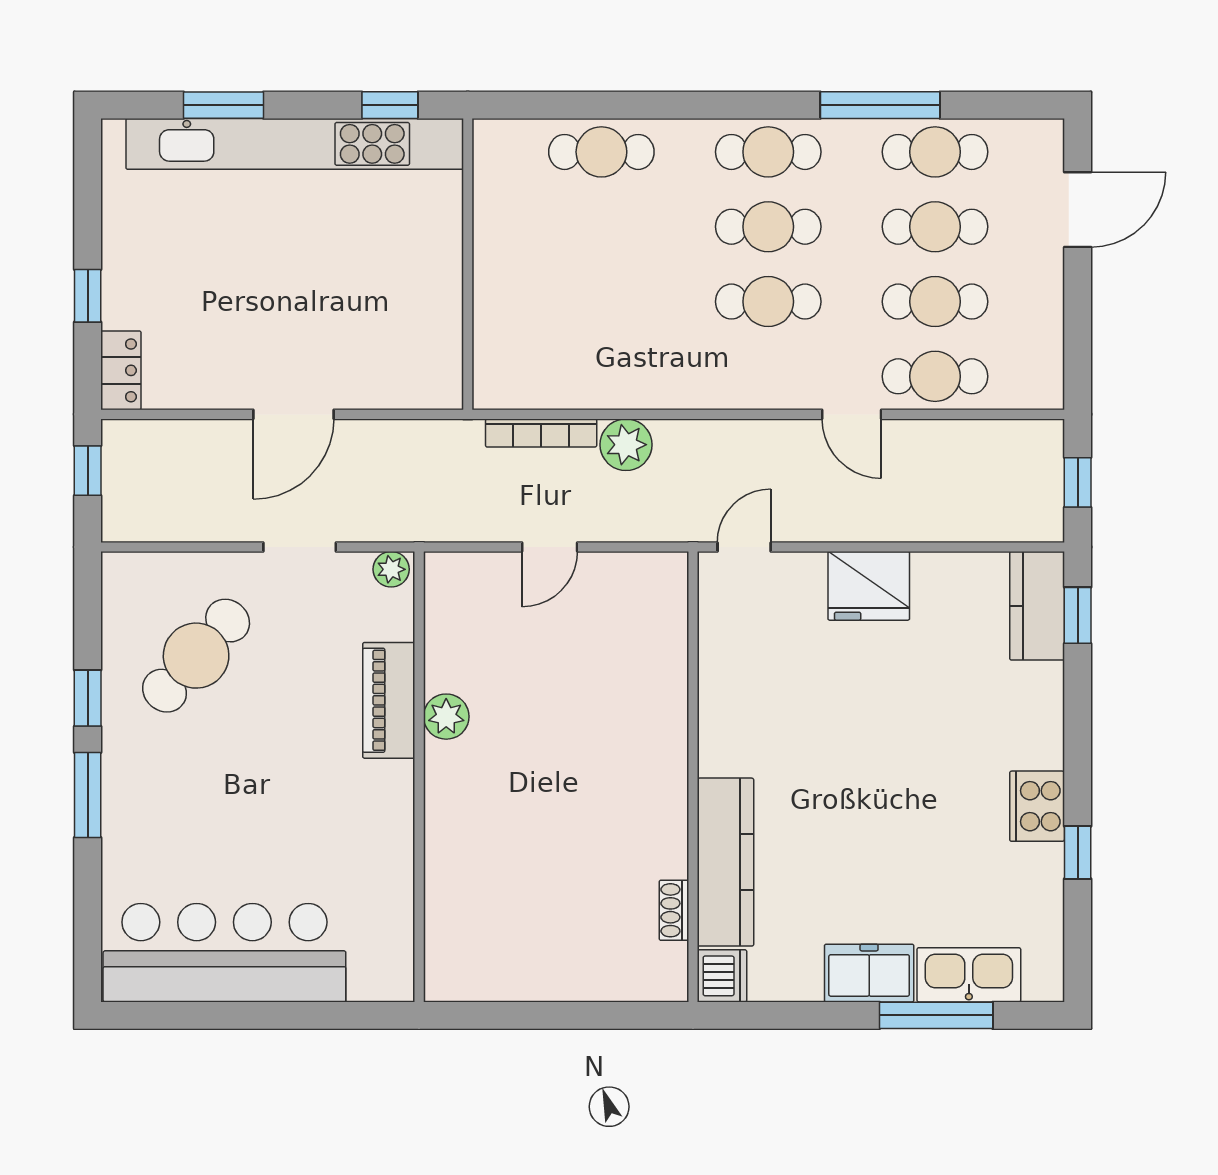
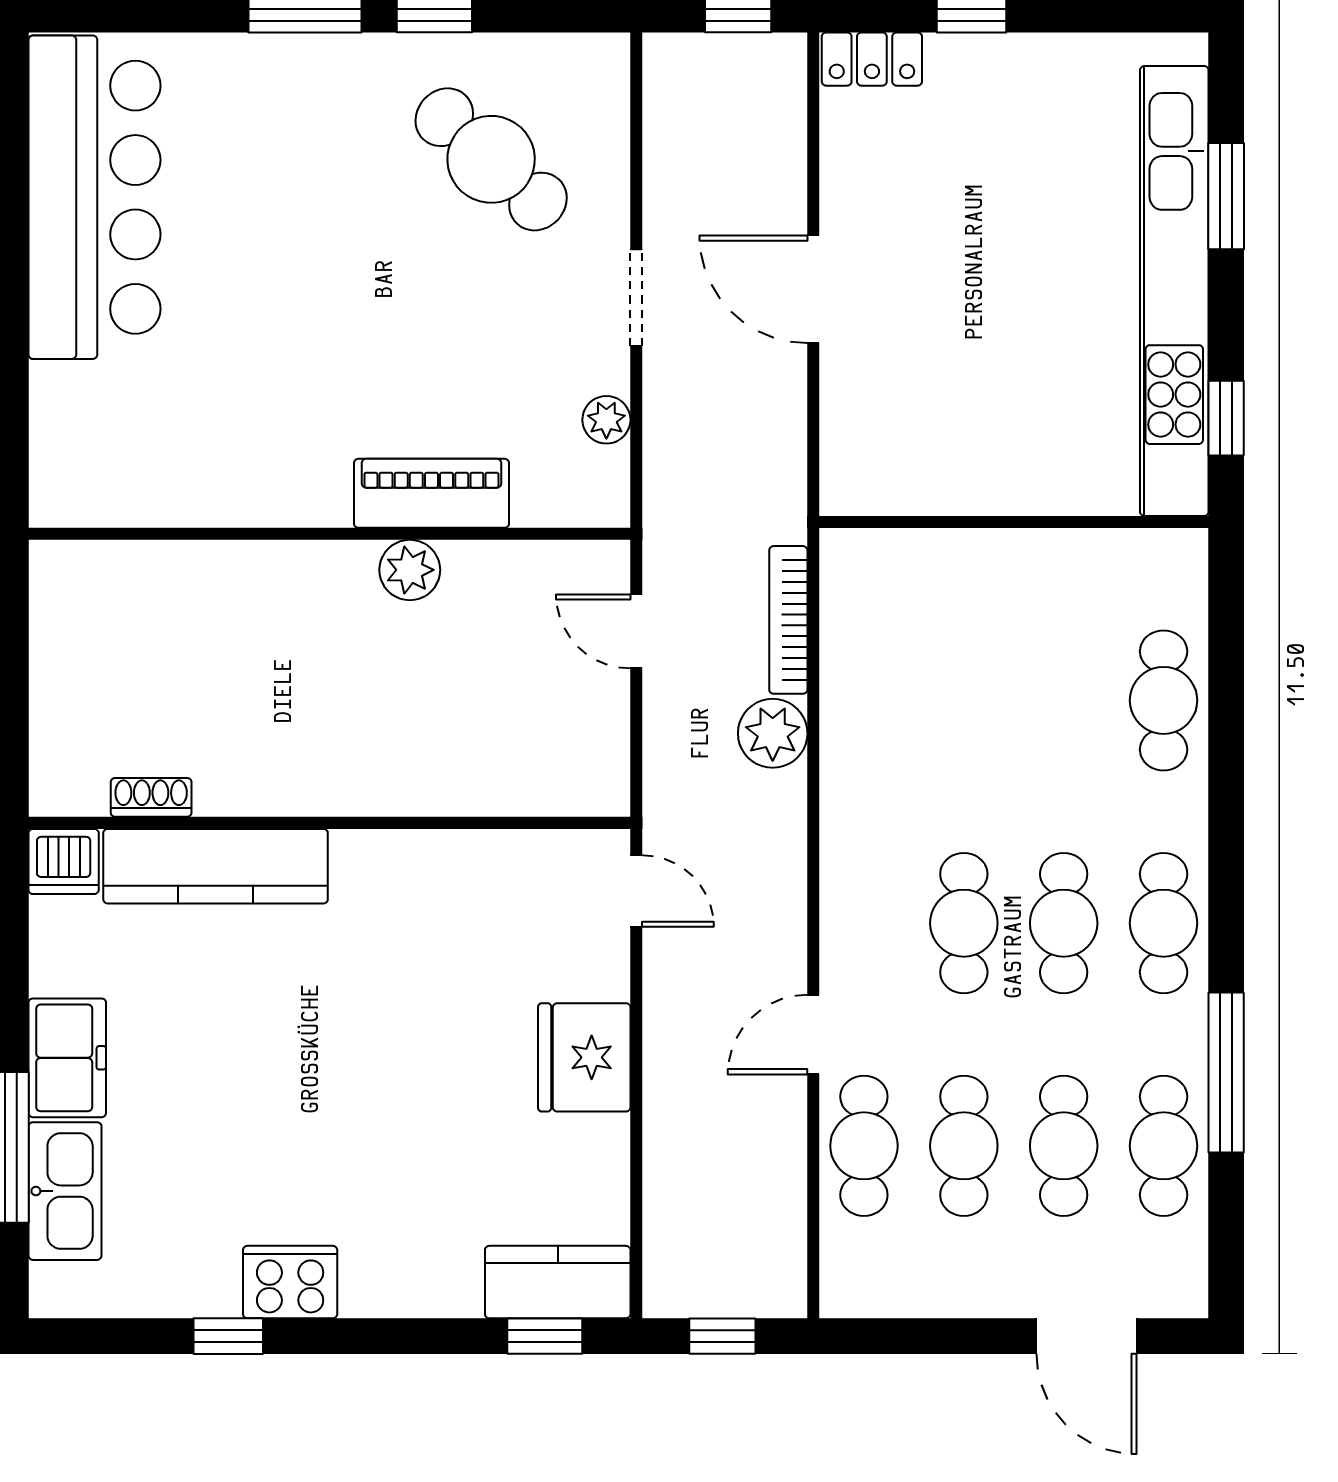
piano: (389, 700) -> (431, 493), moved
plant: (446, 717) -> (410, 570), moved
wall: (419, 777) -> (329, 534), moved

